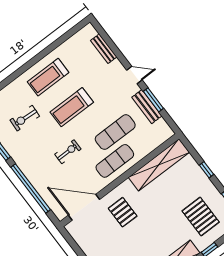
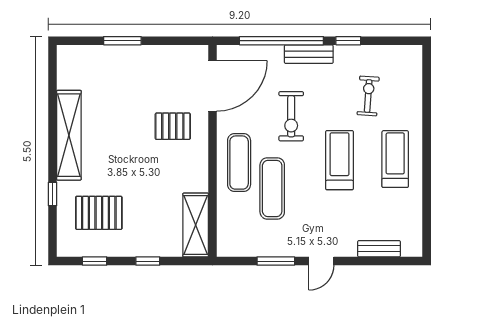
bench: (147, 107) -> (309, 54), moved
exercise bike: (68, 152) -> (291, 116), width x1.38, depth x1.39
shelving: (159, 165) -> (196, 225), width x0.68

